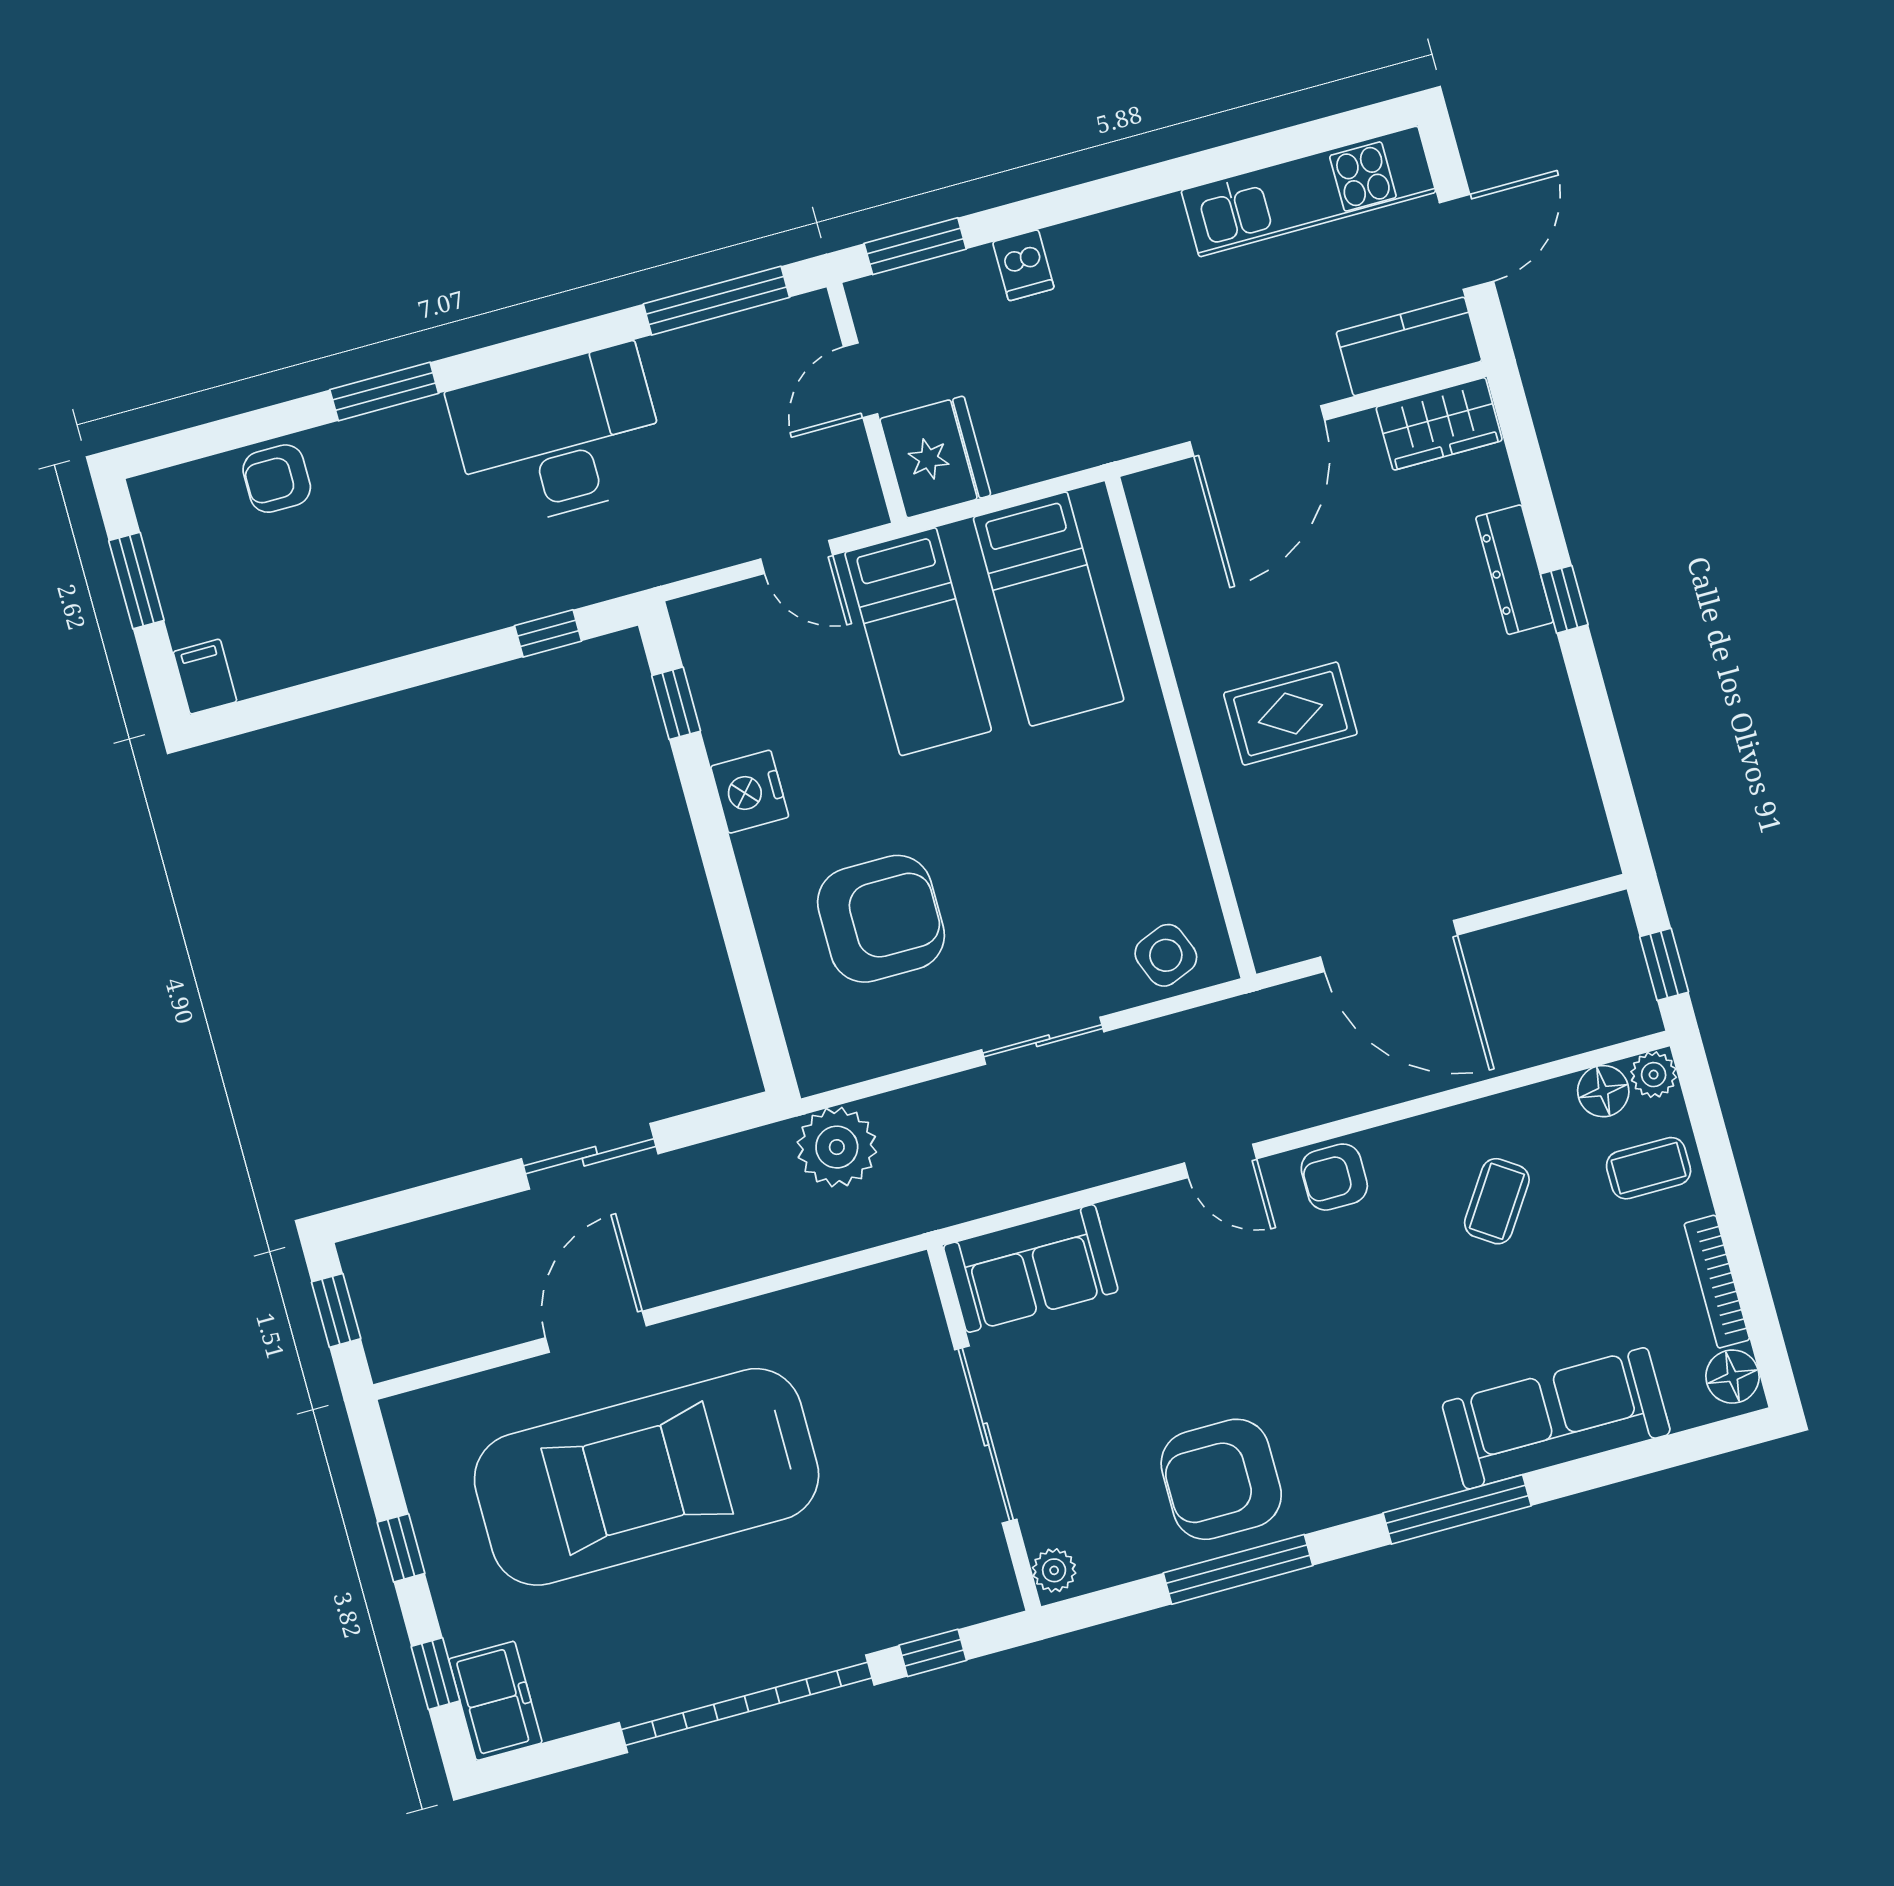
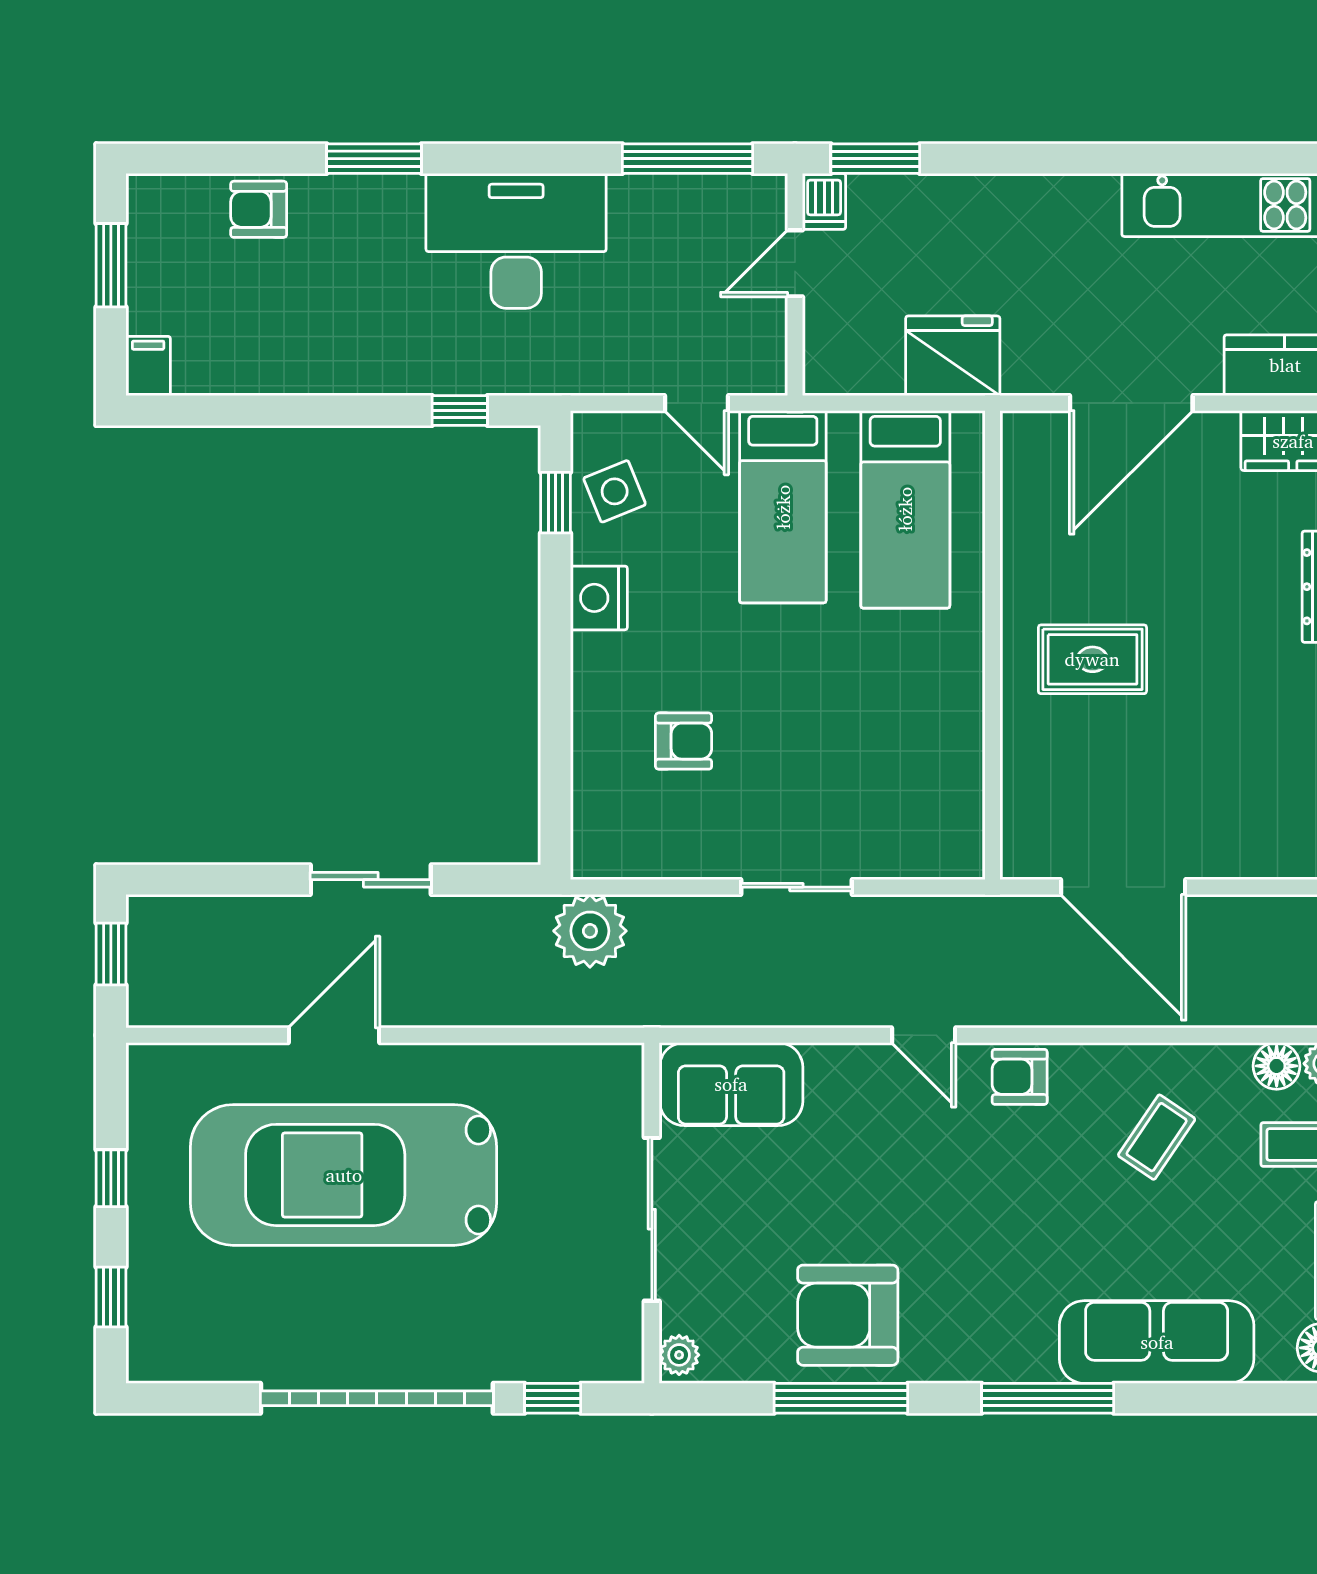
dishwasher: (1023, 265) -> (824, 201), moved
fridge: (935, 457) -> (953, 356), moved, turned -90
armchair: (881, 919) -> (684, 741), width x0.53, depth x0.53
side table: (1166, 955) -> (615, 491), moved
freezer: (495, 1701) -> (157, 1335), removed

